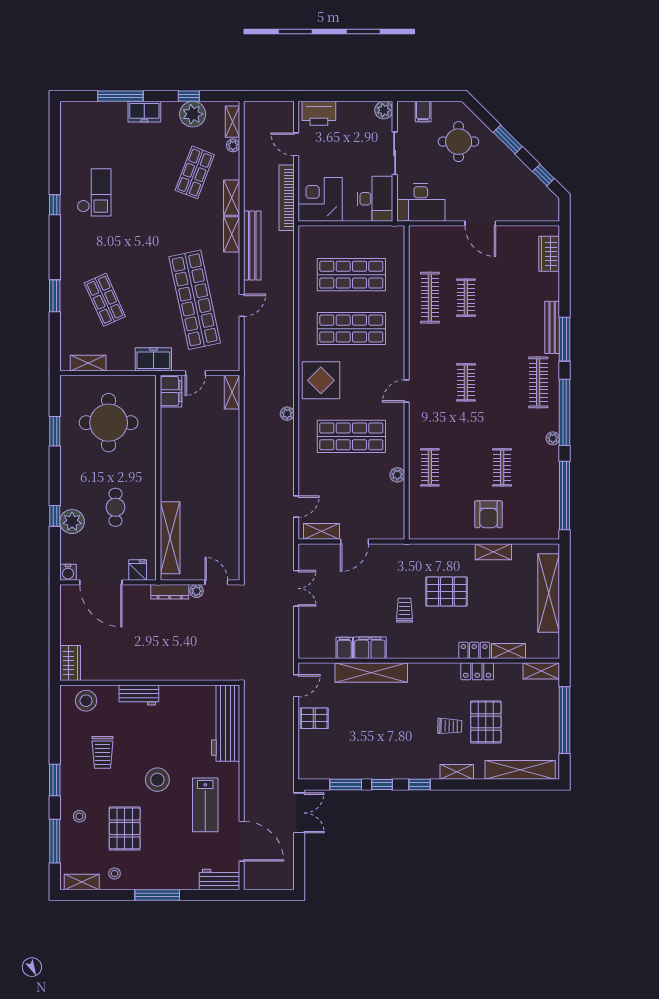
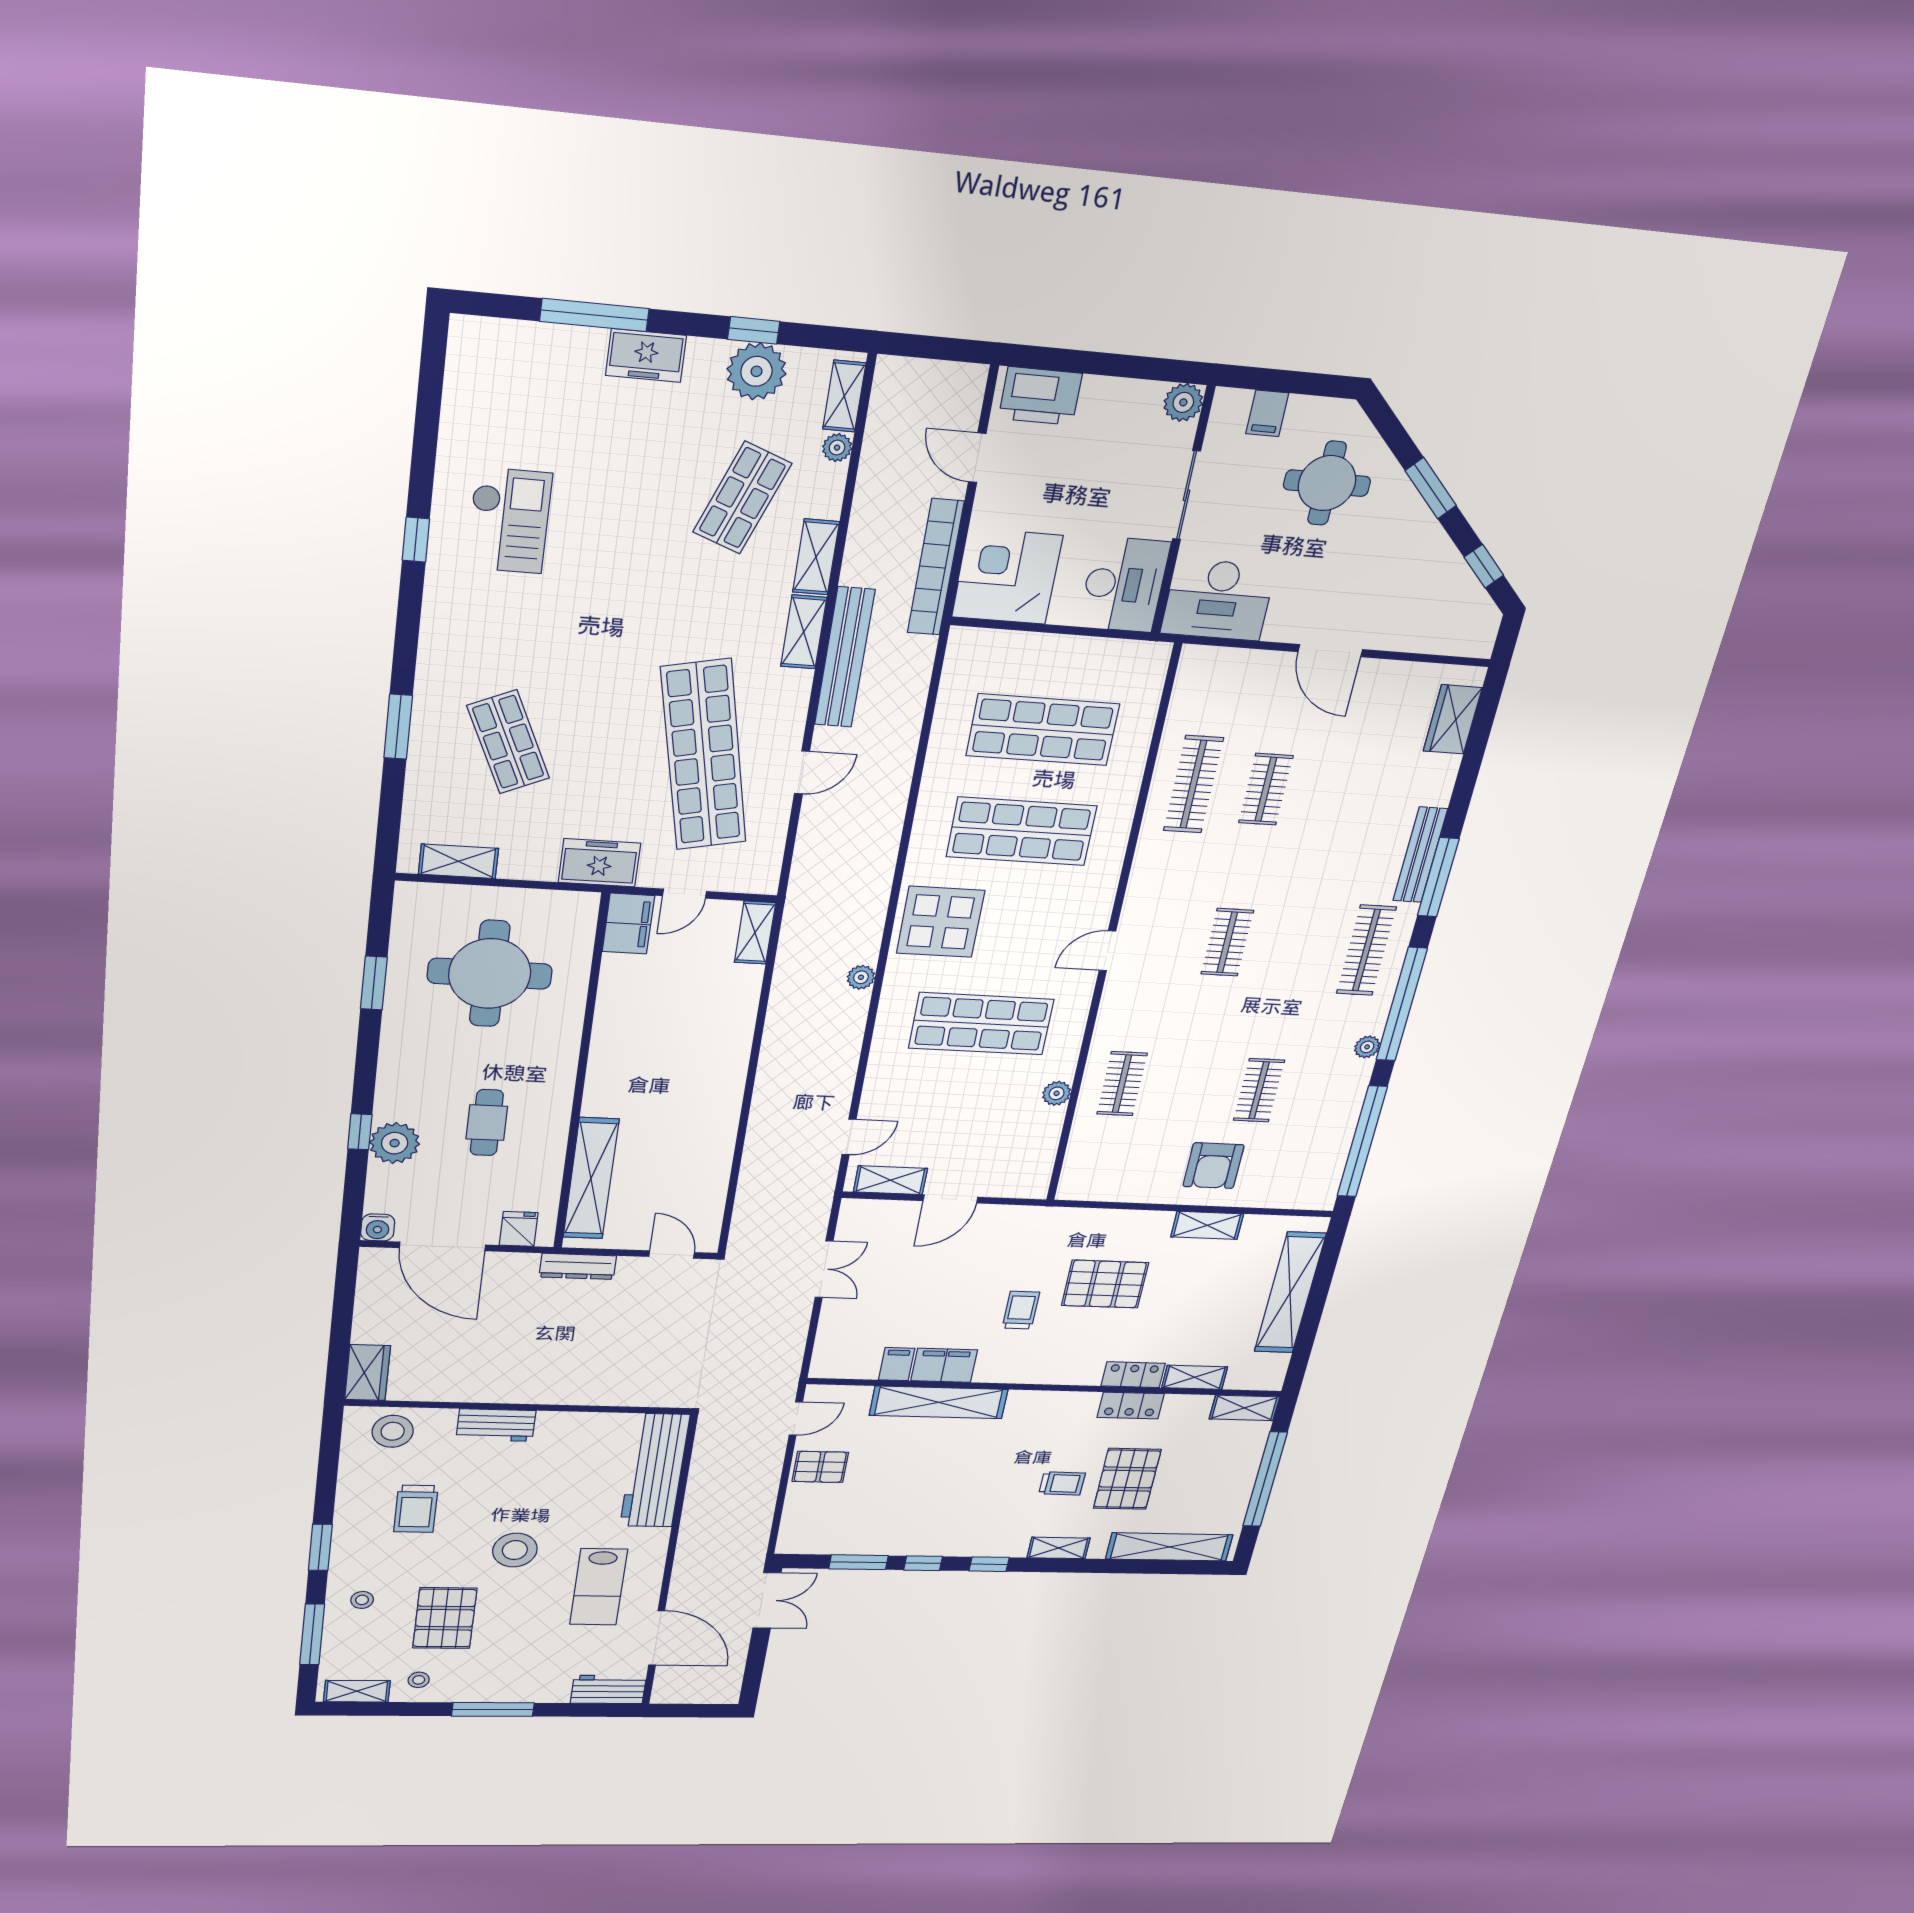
plant: (197, 591) -> (631, 1267), removed

